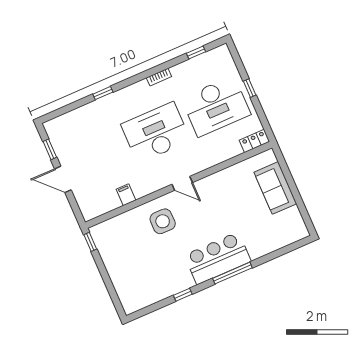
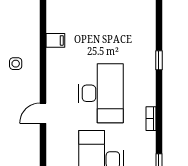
door: (182, 183) -> (43, 113), moved
side table: (163, 221) -> (16, 64), width x0.54, depth x0.54

